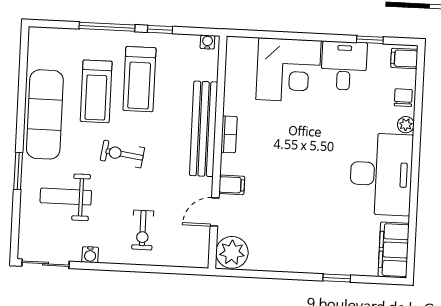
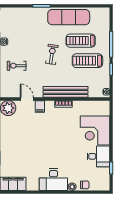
filing cabinet: (404, 58) -> (103, 184), removed
desk: (381, 174) -> (53, 180), width x0.73, depth x0.77
weight bench: (66, 197) -> (31, 29), removed

